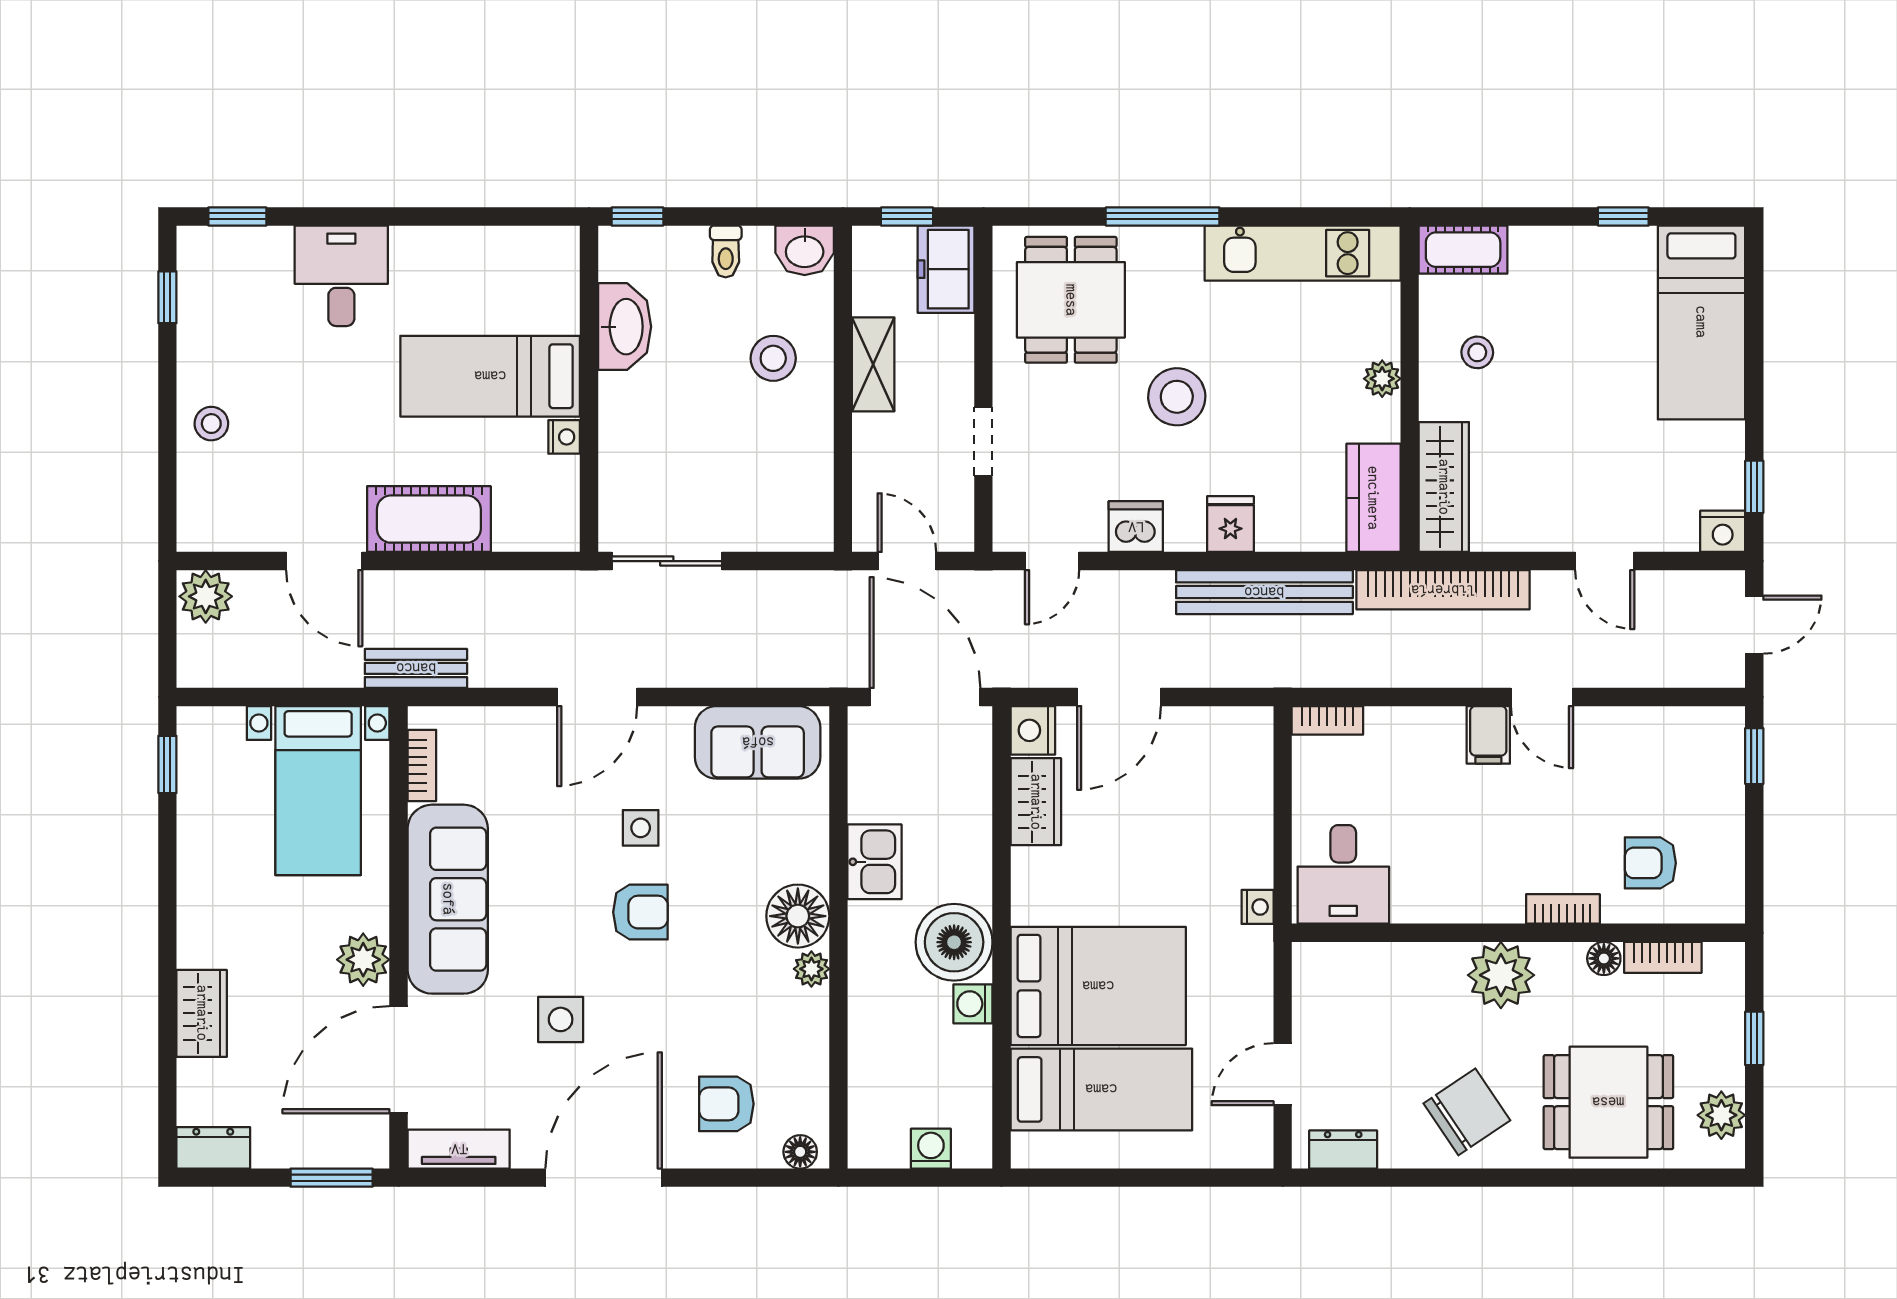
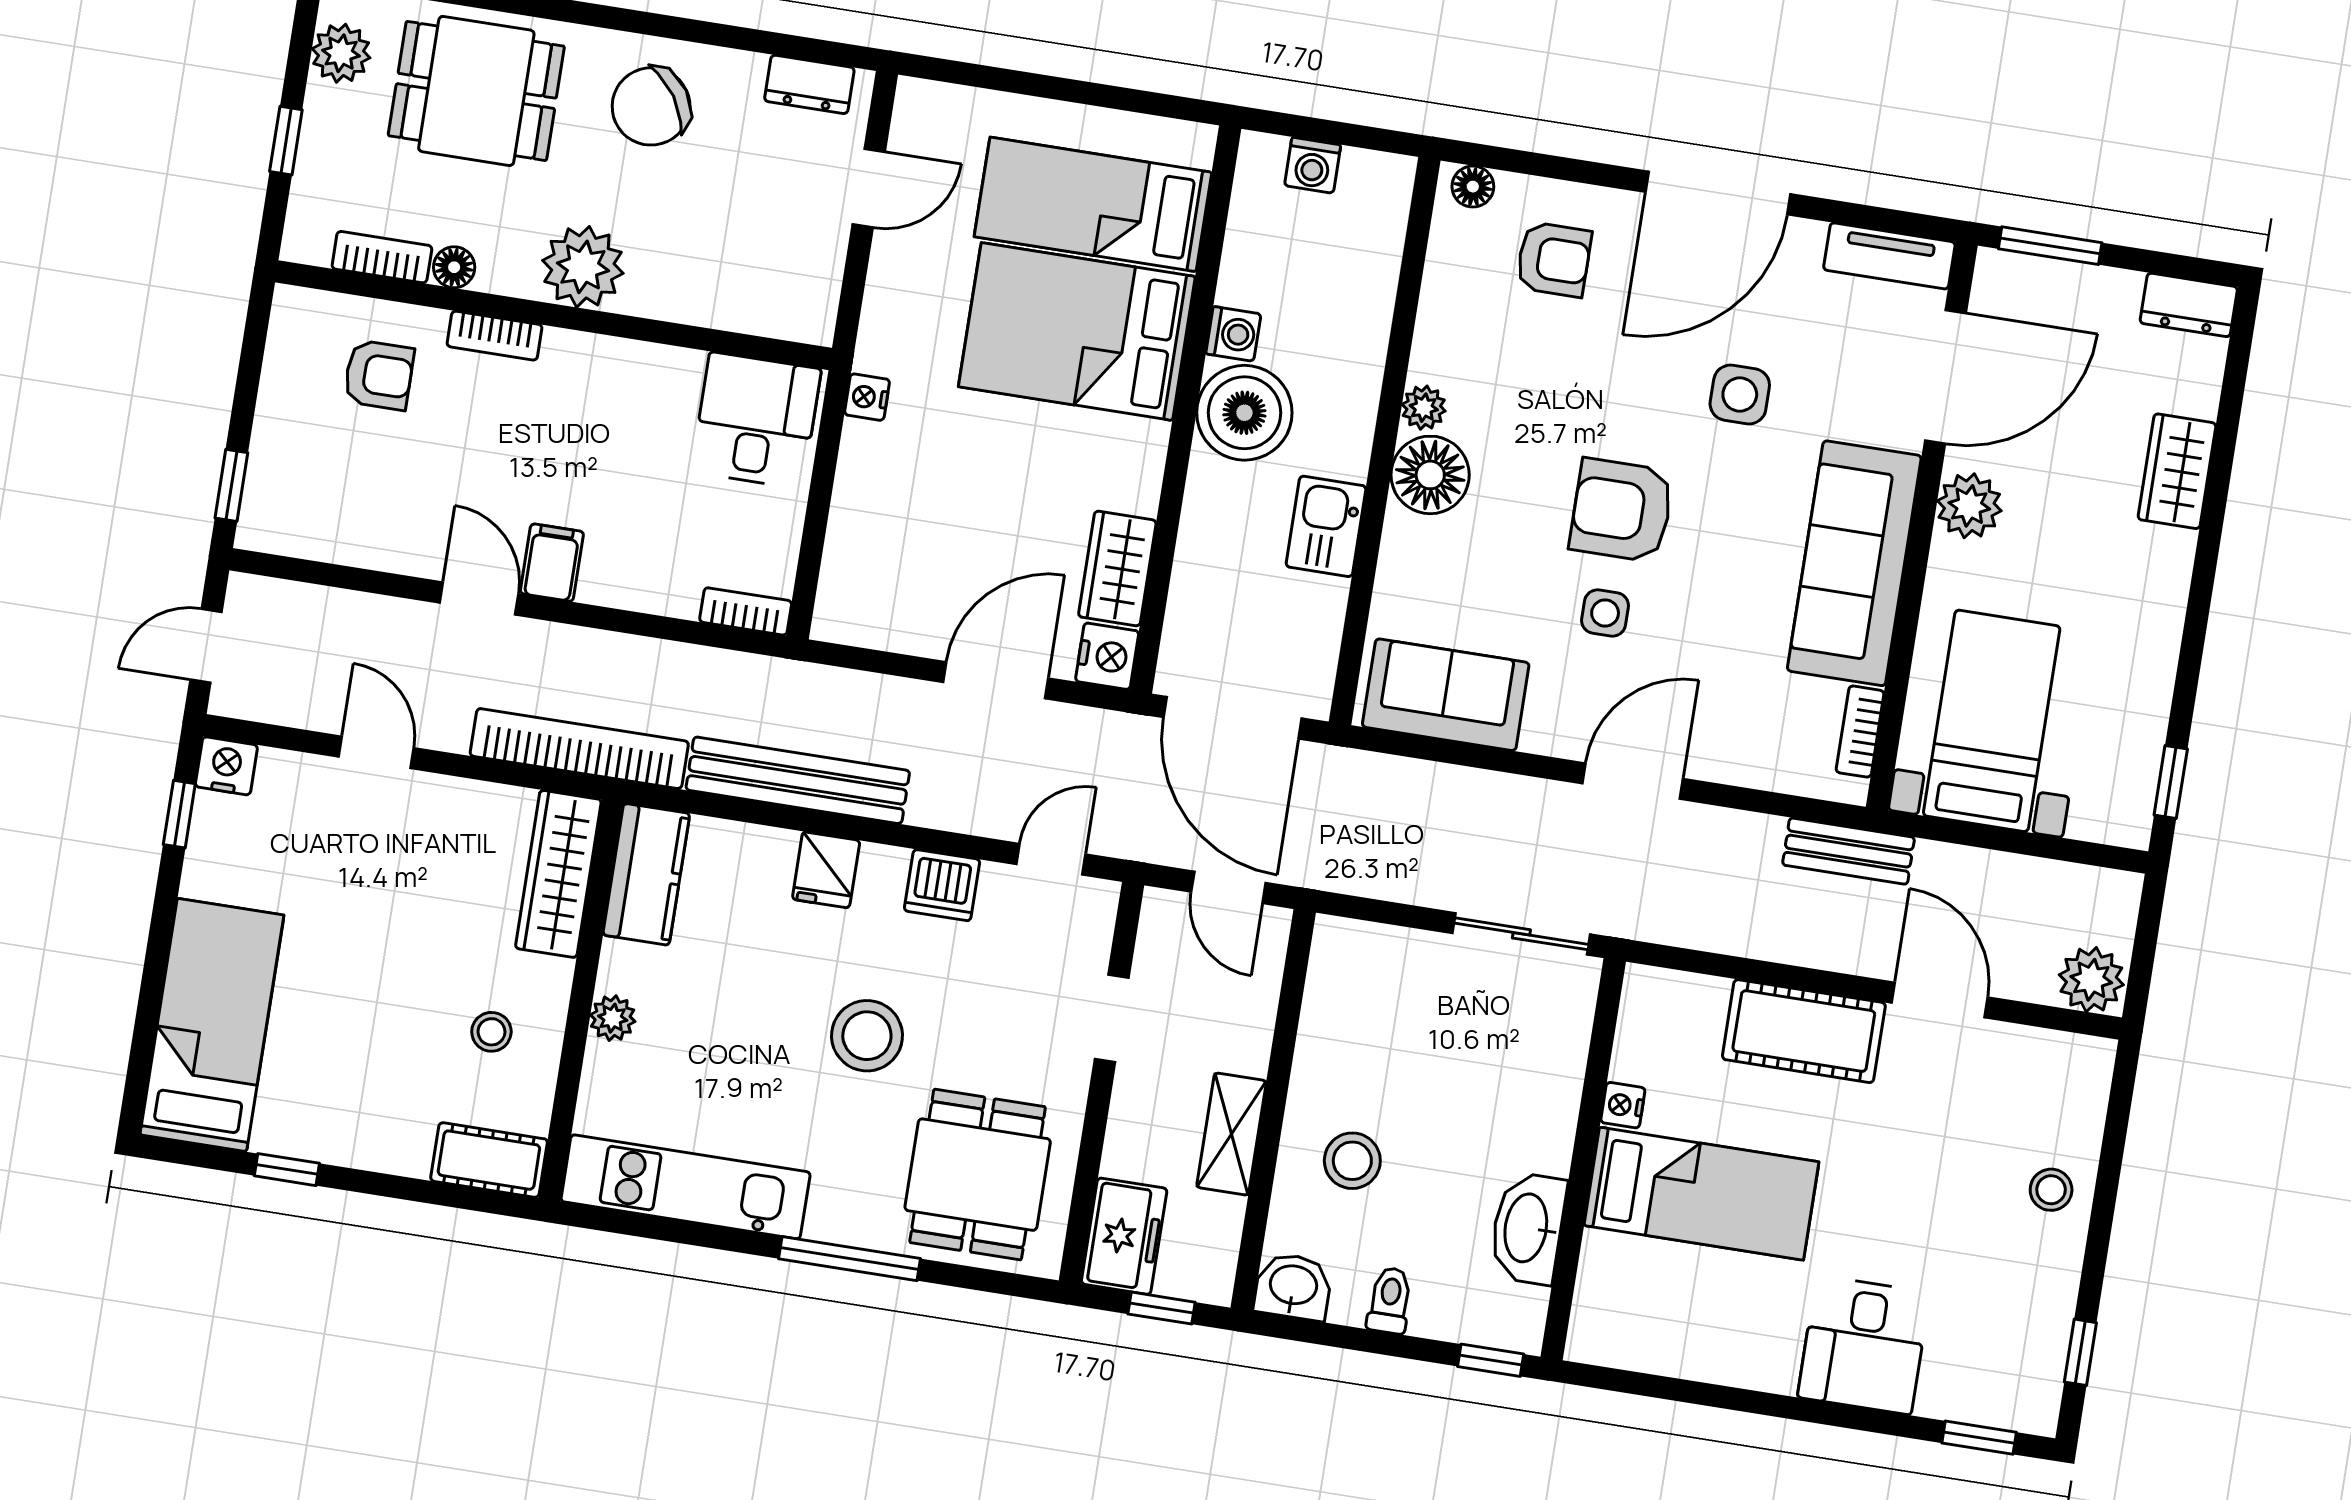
armchair: (640, 912) -> (1622, 510), width x1.38, depth x1.38

